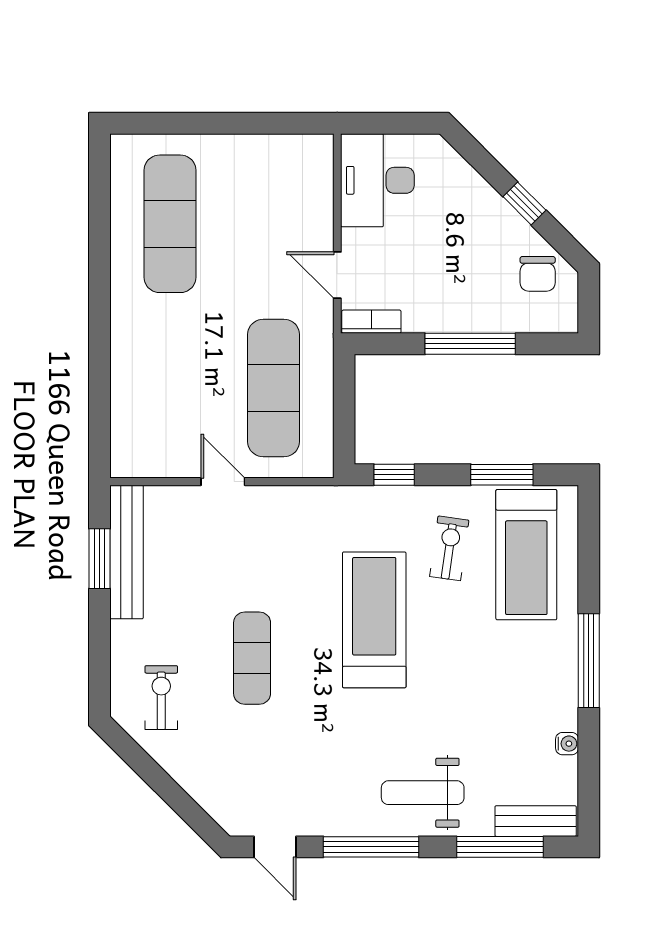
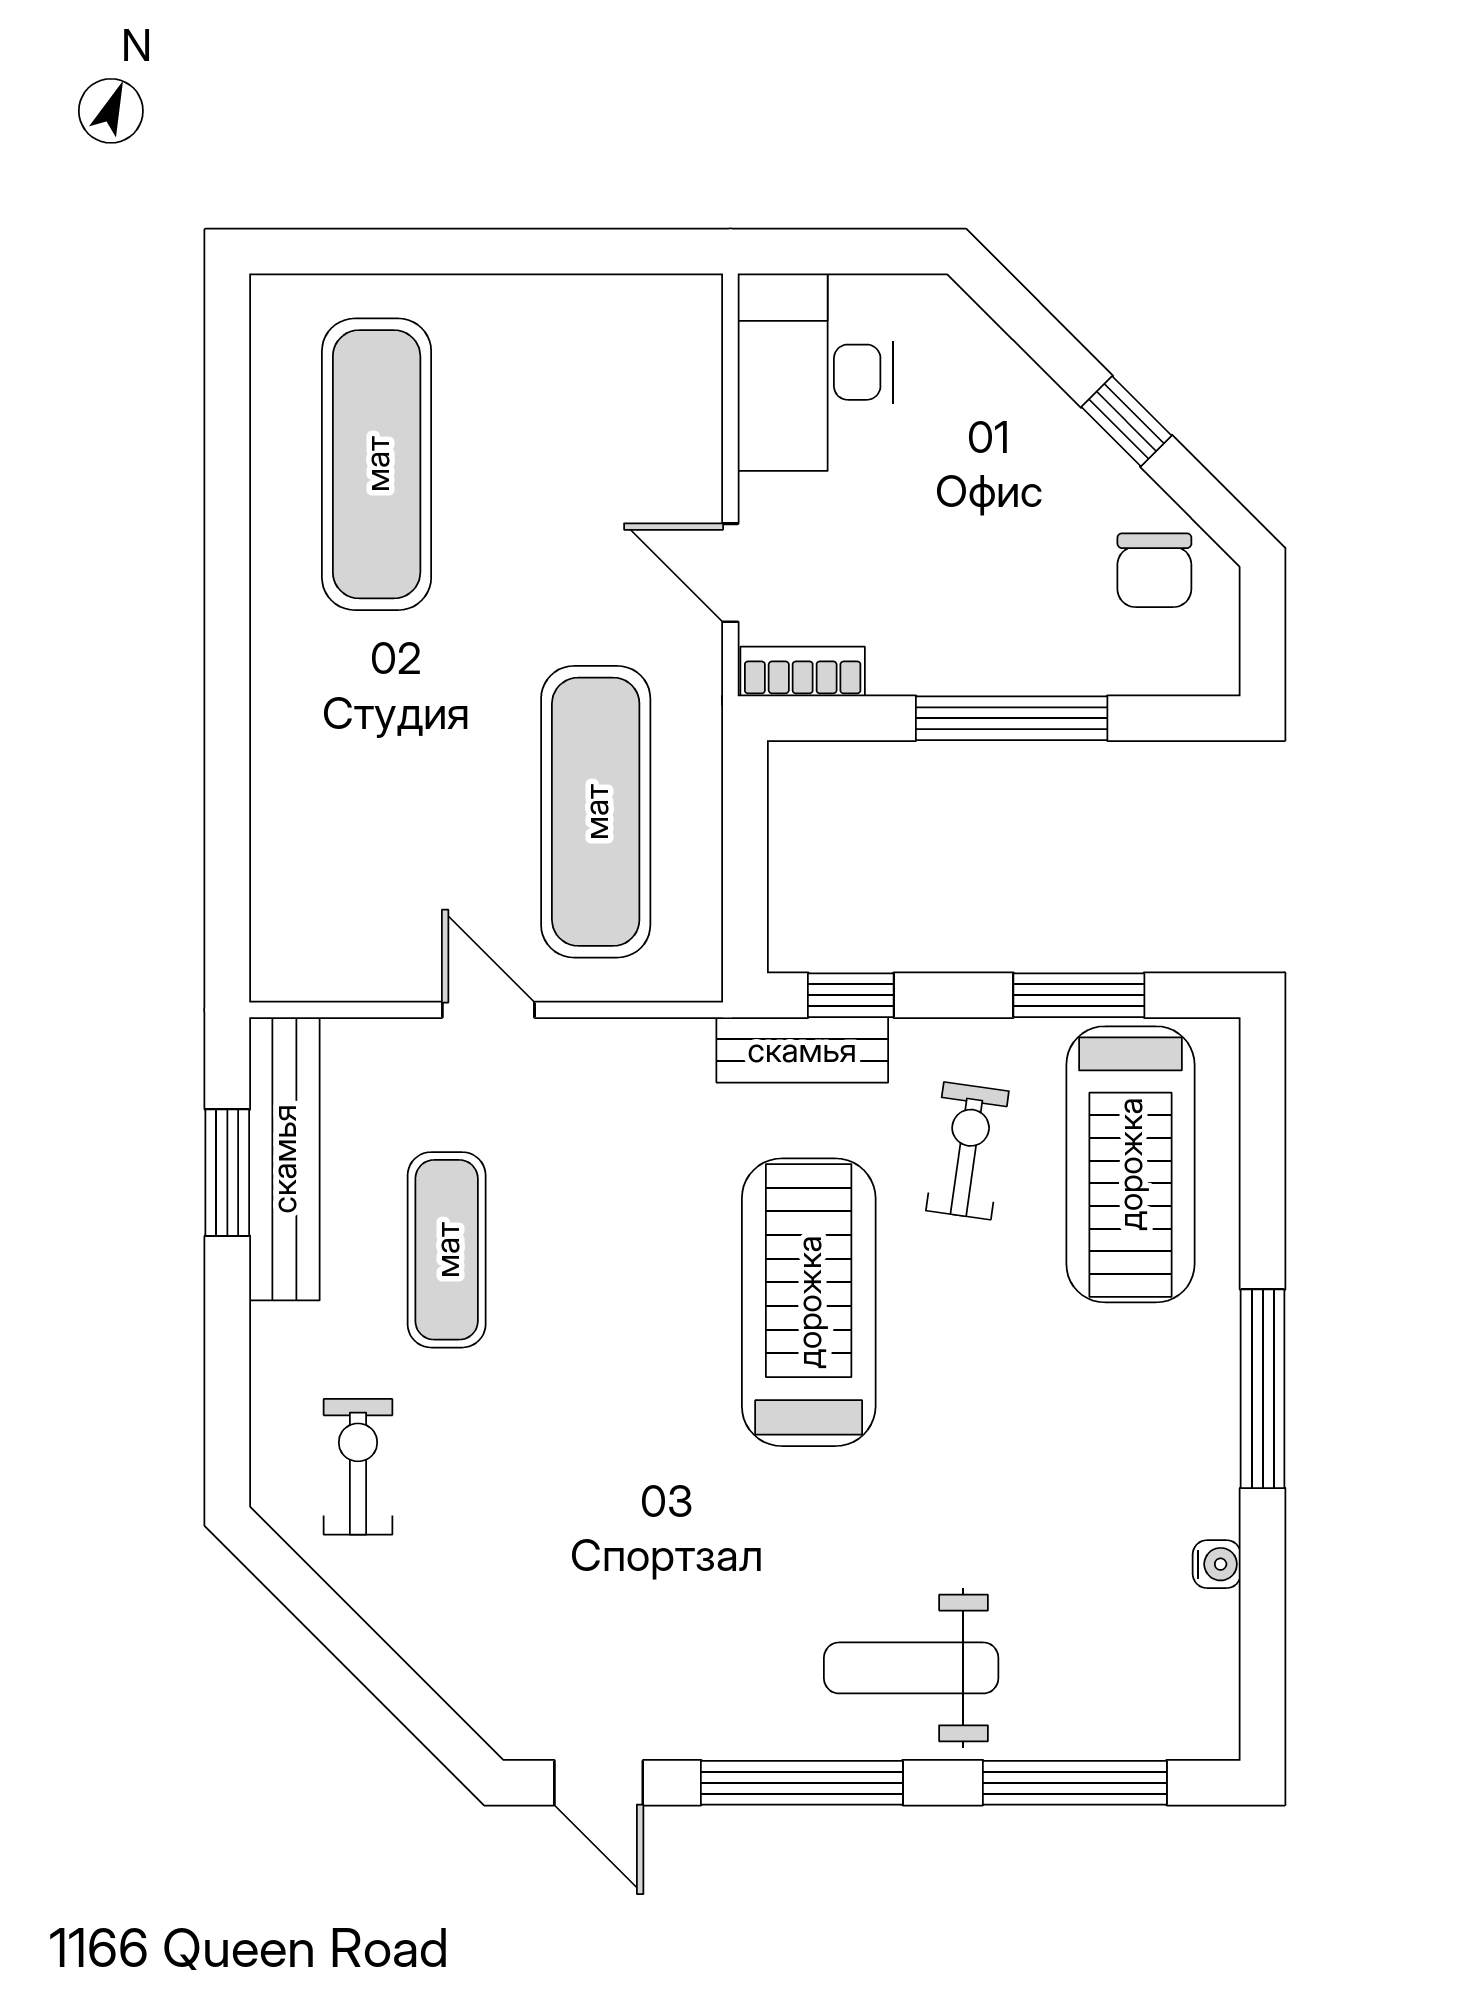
exercise mat: (252, 658) -> (447, 1250), moved
bench: (536, 821) -> (802, 1050), moved

